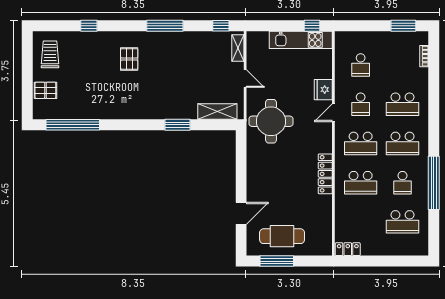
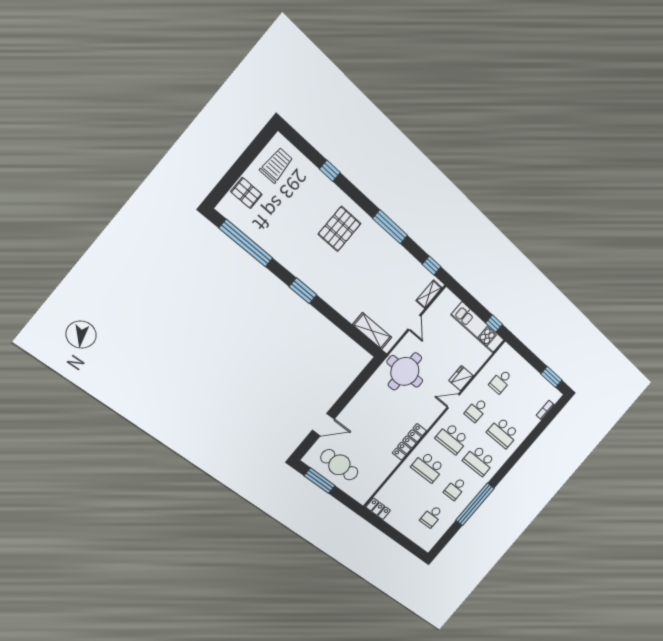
pallet: (129, 59) -> (339, 229), width x1.50, depth x1.42
window: (177, 125) -> (303, 291), moved
school desk: (402, 222) -> (432, 516), width x0.54

